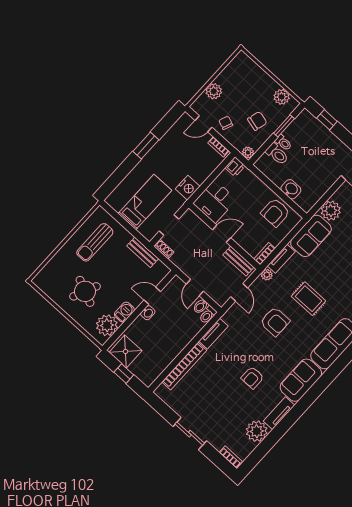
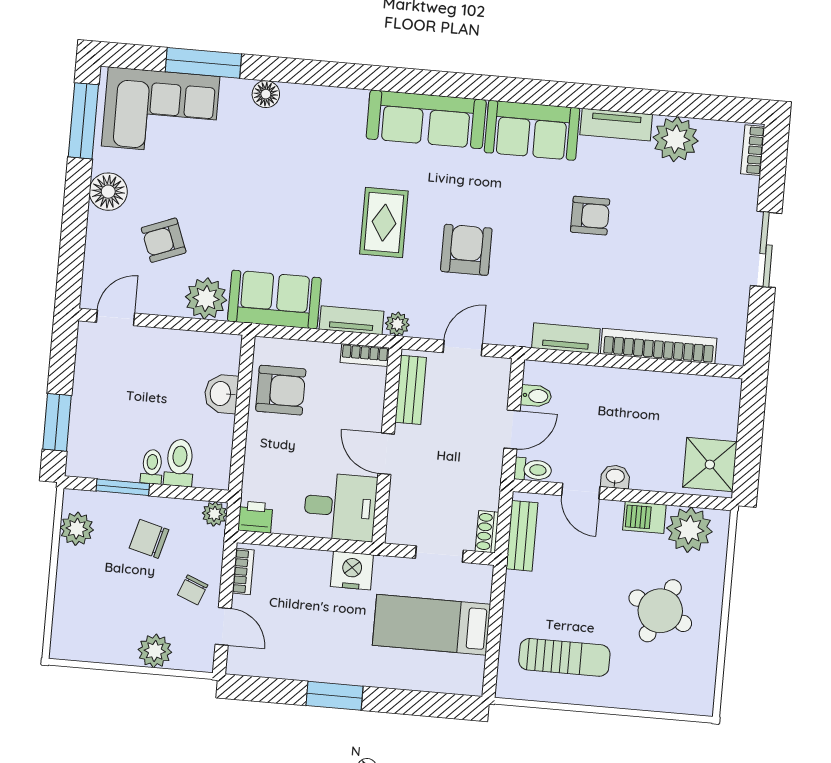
window: (327, 120) -> (57, 422), width x1.50
bench: (143, 252) -> (522, 536), moved
toilet: (208, 315) -> (533, 470), moved
window: (124, 374) -> (749, 439), removed

